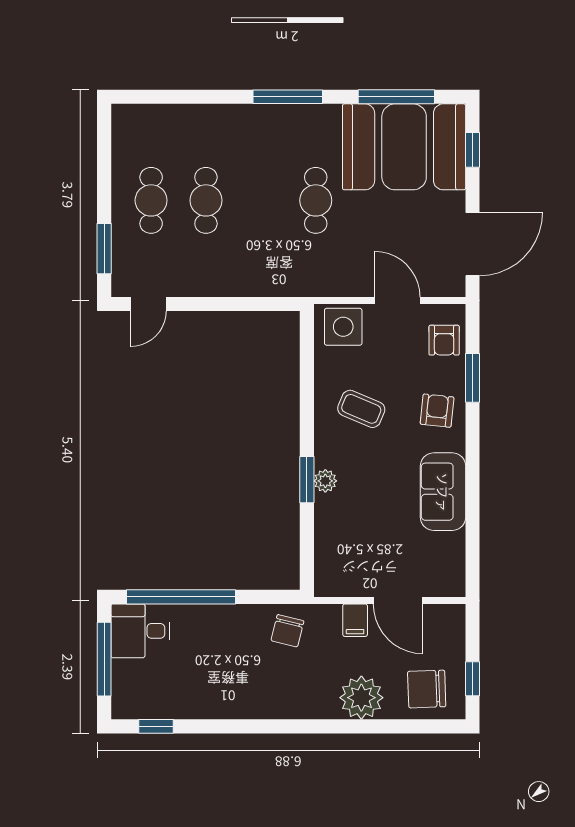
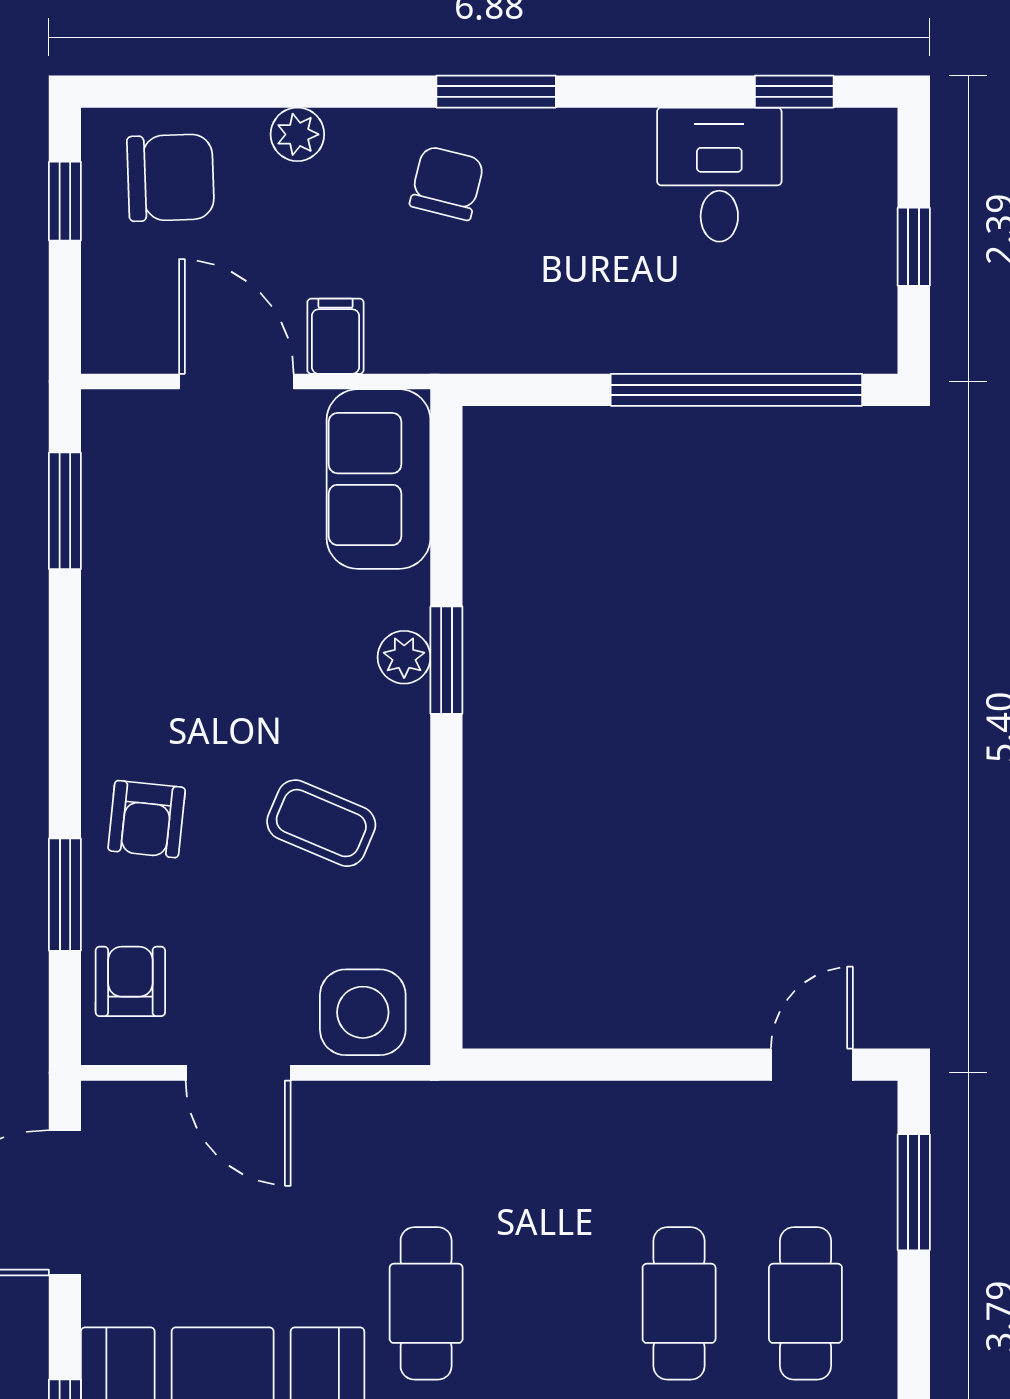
sofa: (443, 492) -> (378, 479), moved, turned 180
window: (473, 544) -> (65, 511), added
desk: (140, 631) -> (719, 175), moved, turned -90
chair: (287, 631) -> (447, 183), moved
window: (104, 659) -> (914, 247), width x0.46
plant: (361, 698) -> (297, 134), width x0.53, depth x0.53
window: (285, 726) -> (496, 92), added

